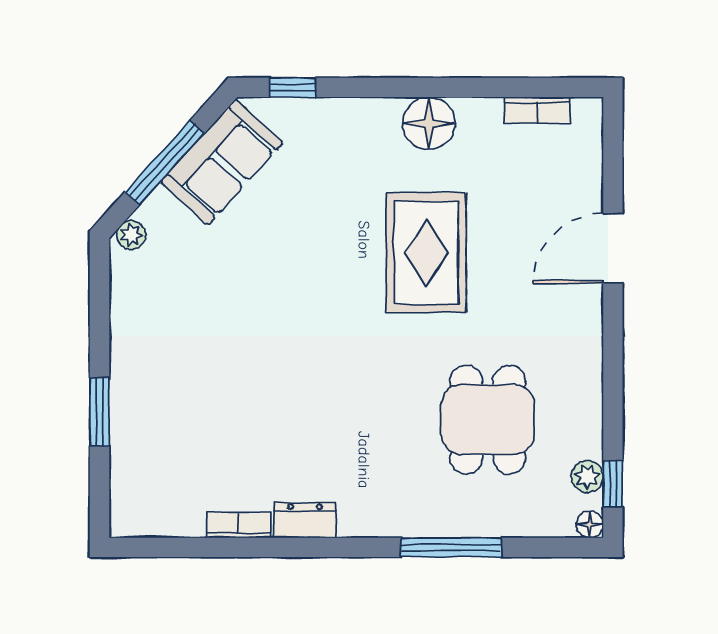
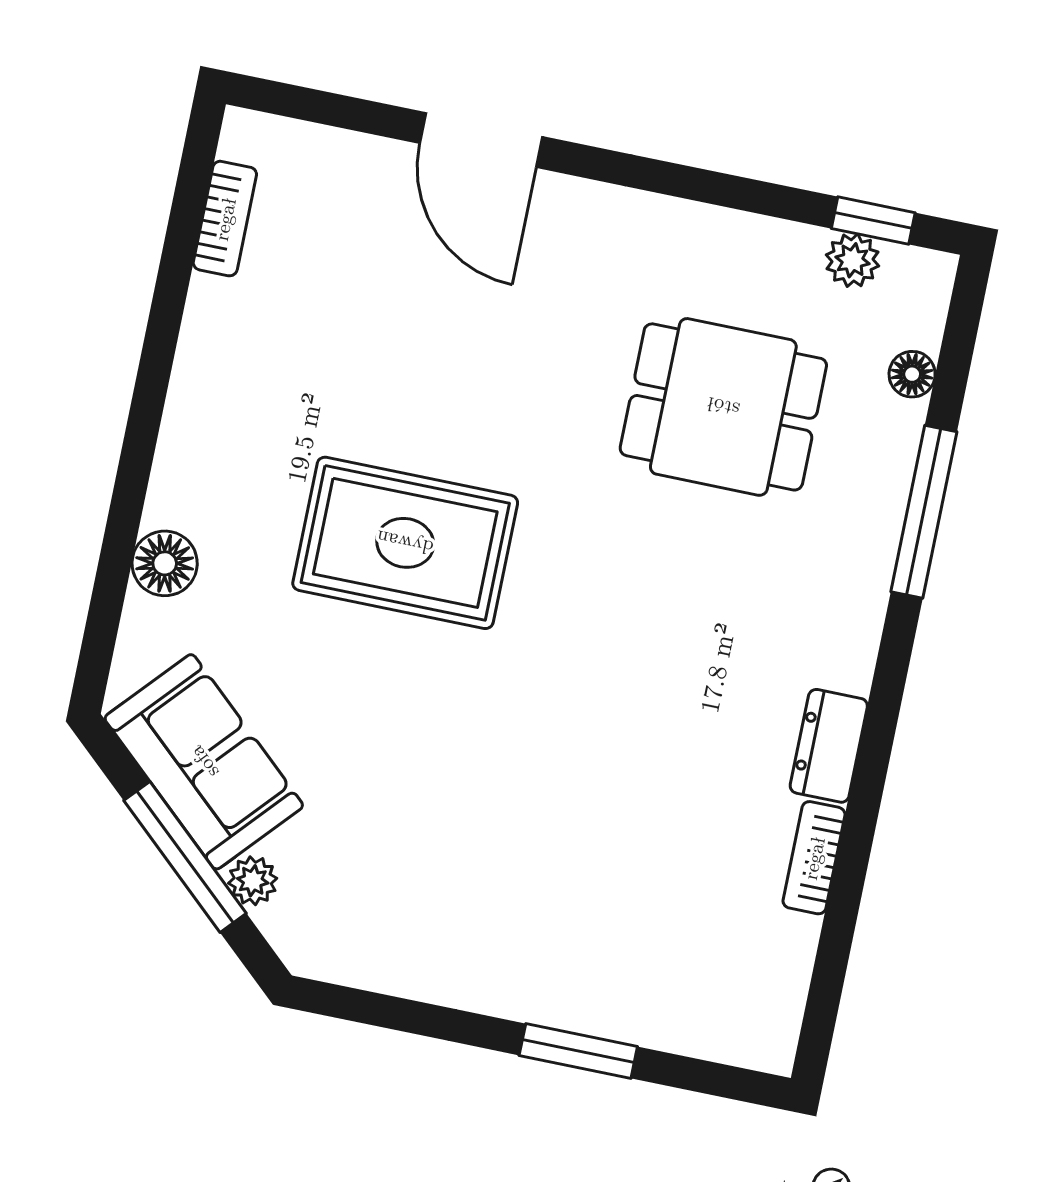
window: (293, 87) -> (104, 618), removed
floor lamp: (429, 123) -> (165, 563), moved, width x0.73, depth x0.73
plant: (131, 235) -> (253, 881), moved
rug: (426, 253) -> (405, 543), moved
floor lamp: (590, 524) -> (912, 374), moved

